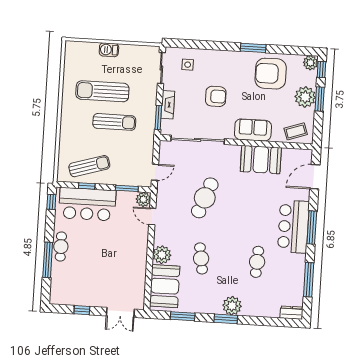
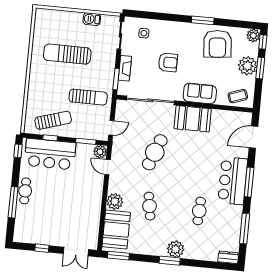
barbecue: (109, 50) -> (92, 19), moved
armchair: (271, 74) -> (217, 44), turned -95
sun lounger: (114, 122) -> (88, 97), moved
booth: (261, 160) -> (193, 119), moved
window: (183, 316) -> (118, 256), moved

